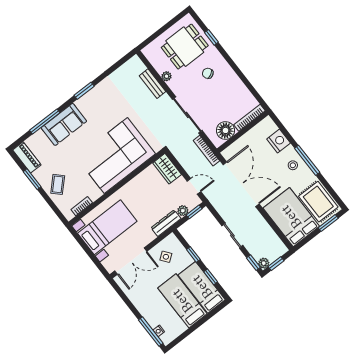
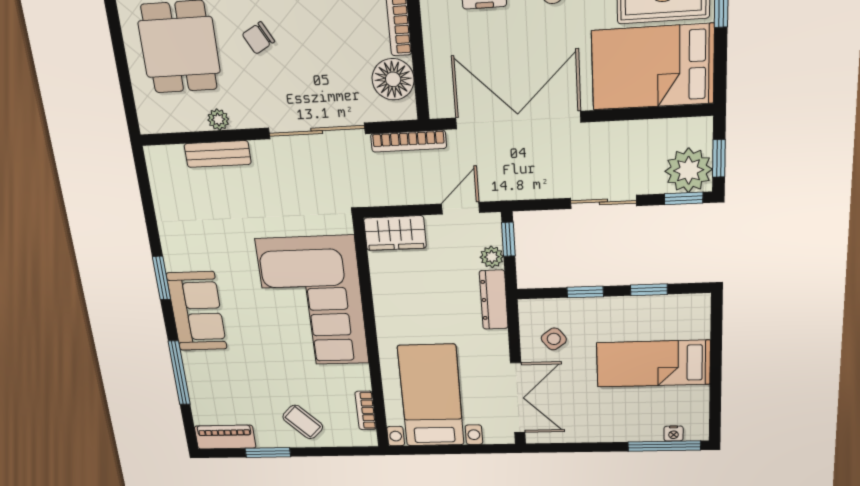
sofa: (64, 124) -> (197, 311), moved
plant: (264, 263) -> (689, 170), width x1.87, depth x1.87
bed: (202, 287) -> (655, 317), removed

